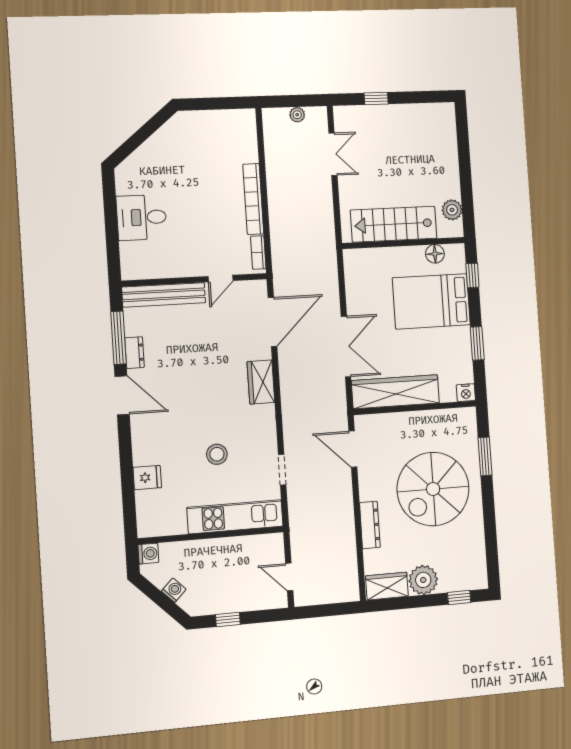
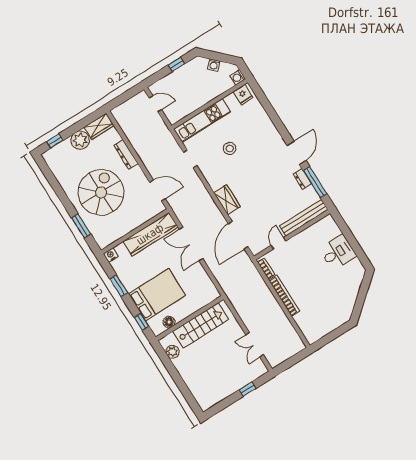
plant: (297, 115) -> (286, 355), removed
door: (122, 395) -> (297, 153), swing flipped
fridge: (147, 478) -> (243, 95), moved, turned -90

